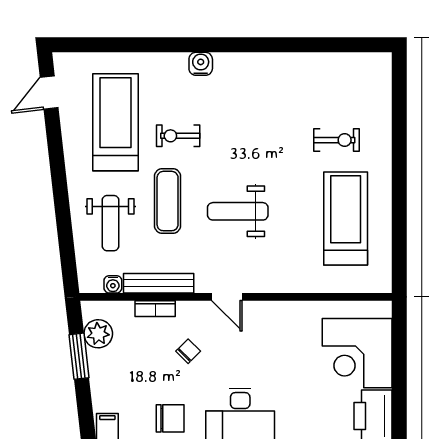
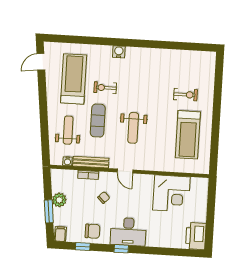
weight bench: (238, 211) -> (133, 128), turned -90
treadmill: (346, 219) -> (188, 135), turned 180
weight bench: (110, 223) -> (68, 130), turned 180
plant: (98, 334) -> (59, 200), moved
corner desk: (357, 353) -> (171, 193), moved, turned -90
window: (79, 356) -> (49, 211), moved

